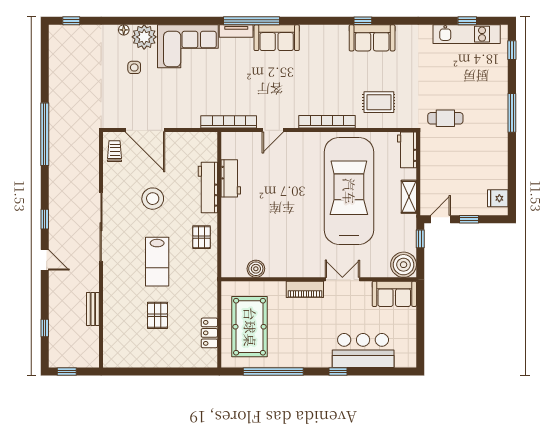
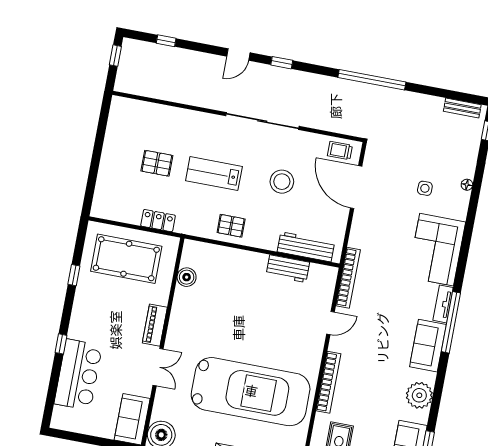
plant: (144, 37) -> (419, 395), moved
door: (145, 130) -> (356, 187), hinge flipped
door: (273, 130) -> (331, 323), swing flipped
trolley: (115, 151) -> (340, 151), turned 180
workbench: (208, 188) -> (306, 247), moved
bench: (93, 309) -> (462, 108), moved
locker: (209, 333) -> (158, 221), moved
window: (273, 371) -> (74, 275), width x0.32

